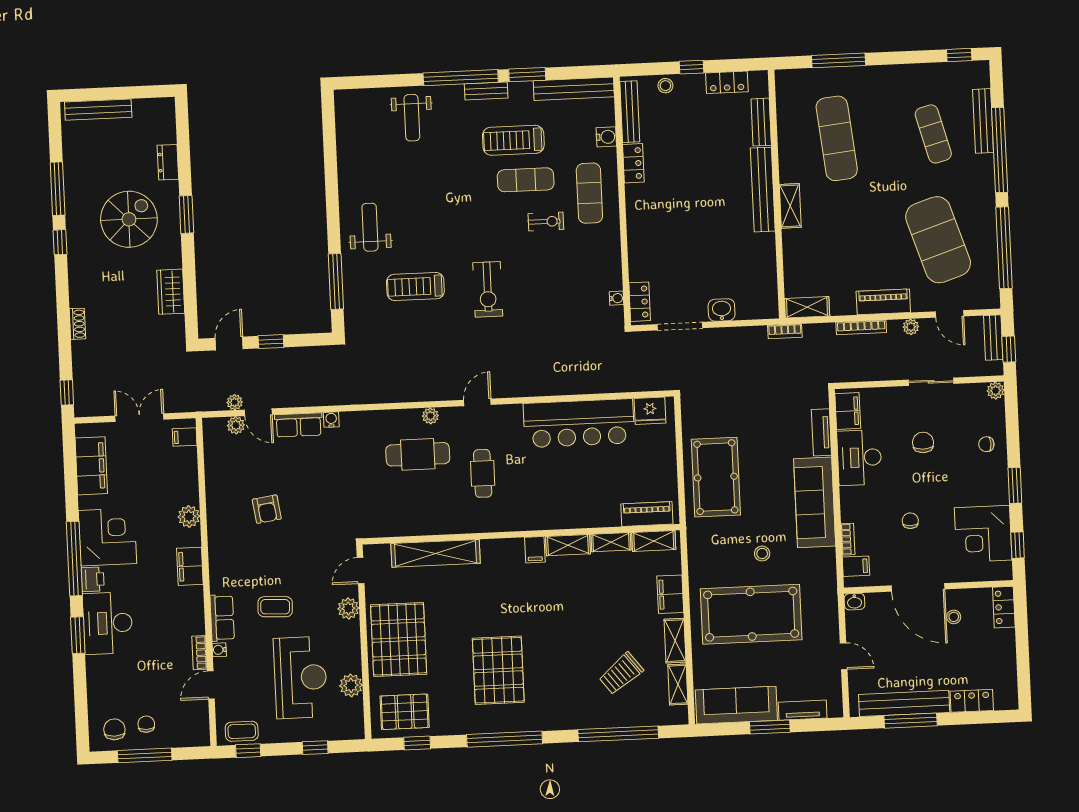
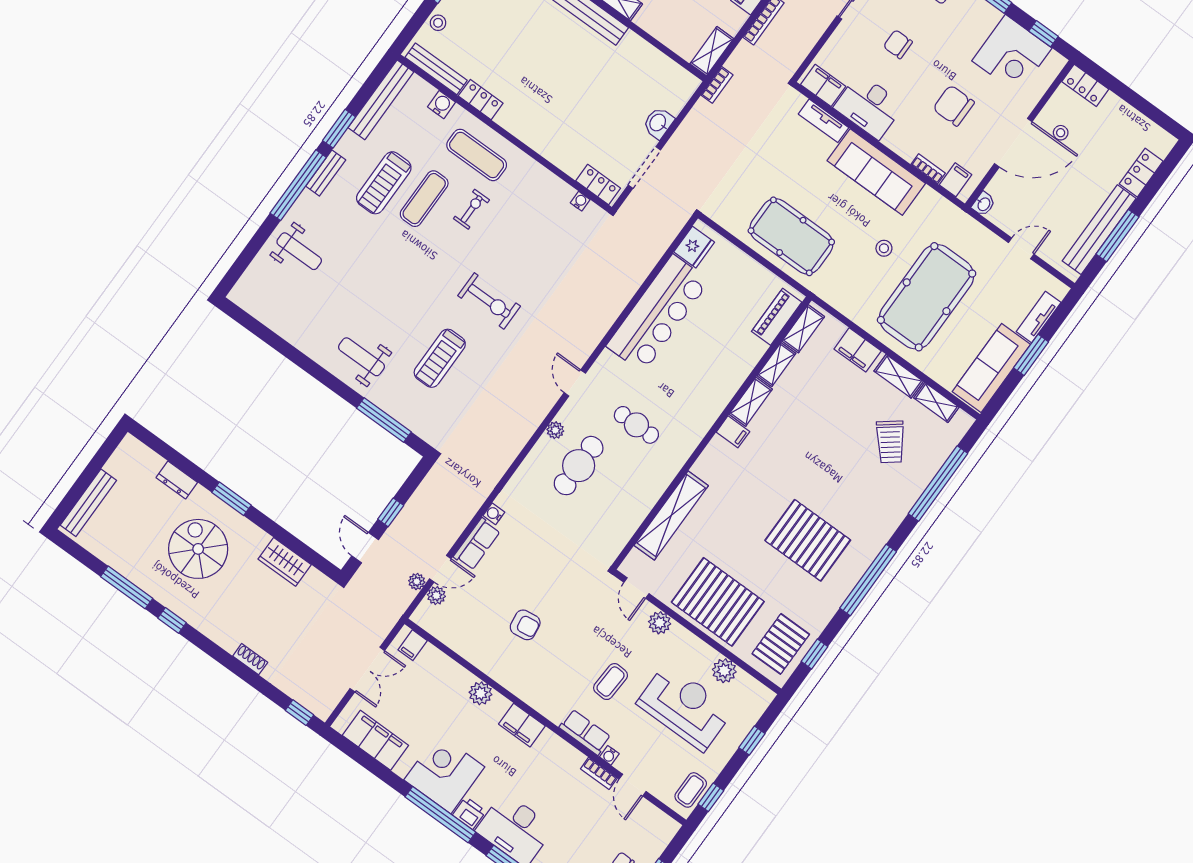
double door: (139, 418) -> (367, 670), swing flipped
chair: (910, 521) -> (954, 106), width x1.87, depth x1.87

